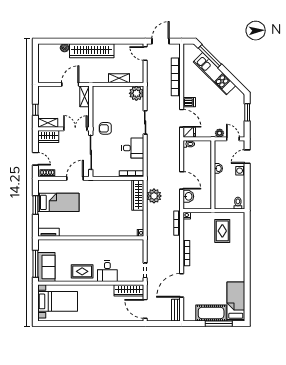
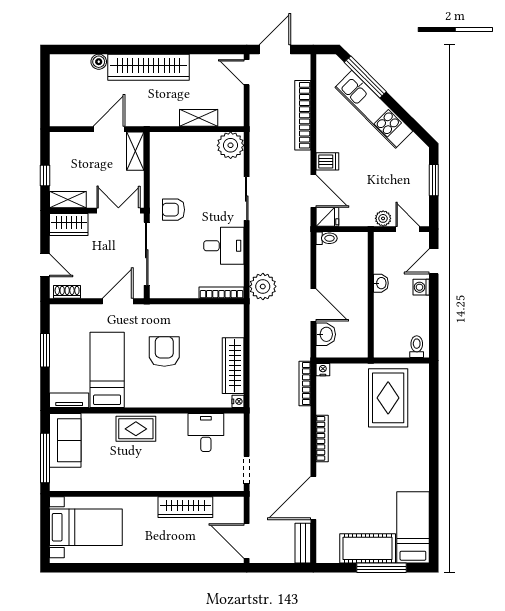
wardrobe: (138, 195) -> (233, 366), moved
plant: (154, 196) -> (263, 286), moved
bed: (58, 202) -> (107, 370), moved, turned -90
armchair: (100, 206) -> (164, 352), added
rug: (222, 231) -> (388, 398), width x1.36, depth x1.43
sofa: (46, 267) -> (65, 440), moved
rug: (82, 271) -> (136, 429), moved
desk: (107, 271) -> (206, 432), moved, turned 180
wardrobe: (129, 290) -> (185, 507), moved

